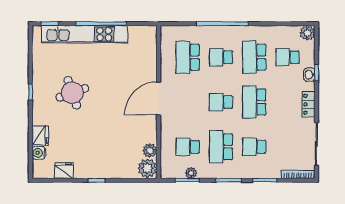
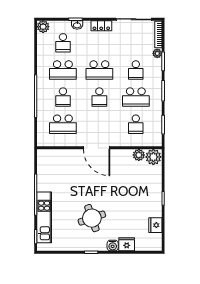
kitchen unit: (85, 34) -> (44, 217), width x0.73
water cooler: (39, 153) -> (113, 245), moved
plant: (191, 173) -> (157, 53), moved

